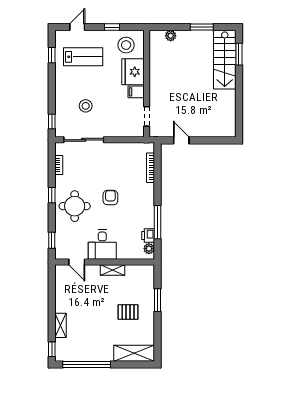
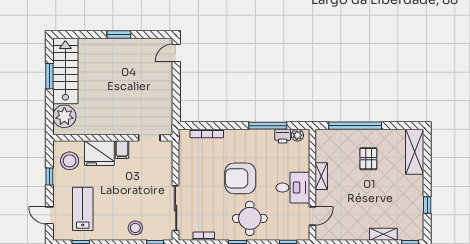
plant: (171, 36) -> (64, 116), width x1.88, depth x1.88
window: (239, 54) -> (119, 34), moved
stairs: (225, 60) -> (65, 71), moved, turned -90
stool: (86, 106) -> (135, 228), moved
door: (181, 140) -> (176, 53), moved
armchair: (110, 198) -> (240, 178), width x1.88, depth x1.88
window: (157, 300) -> (355, 126), width x2.11
window: (87, 365) -> (427, 205), width x0.32

